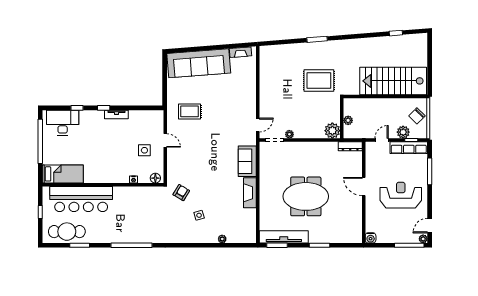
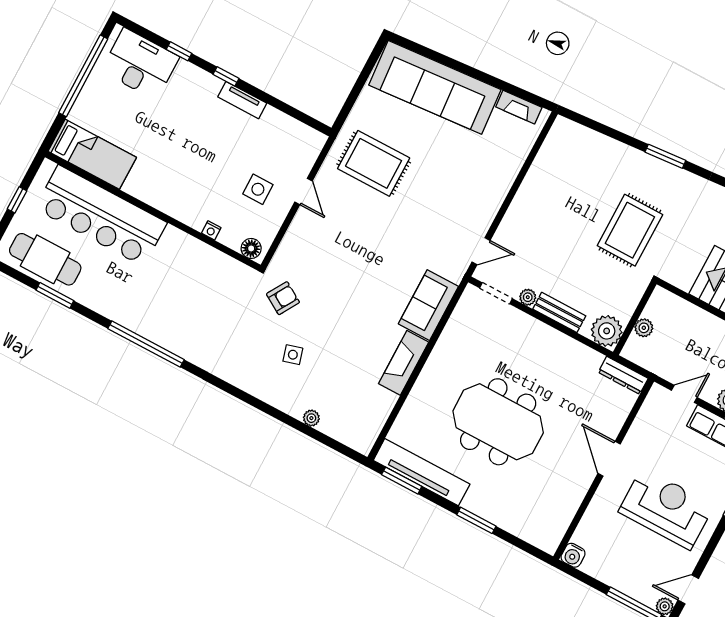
rug: (319, 80) -> (630, 230), turned 90
rug: (190, 111) -> (374, 163), width x1.36, depth x1.43
bench: (307, 134) -> (559, 312), added

